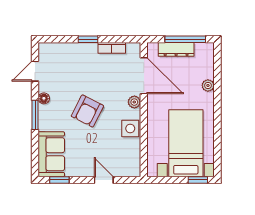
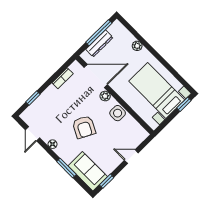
window: (88, 39) -> (33, 98), moved
window: (35, 115) -> (66, 168), moved

